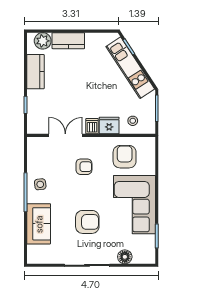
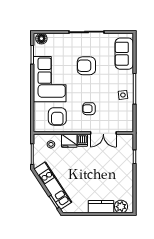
kitchen counter: (35, 72) -> (127, 183), removed
sofa: (39, 224) -> (124, 54), moved
floor lamp: (125, 257) -> (41, 39), moved

